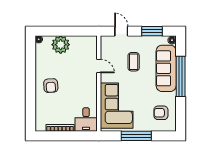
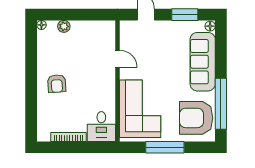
plant: (61, 45) -> (64, 26), width x0.53, depth x0.53
coffee table: (134, 62) -> (162, 53), removed
window: (181, 76) -> (221, 104), moved
armchair: (161, 113) -> (196, 118), width x1.88, depth x1.88

